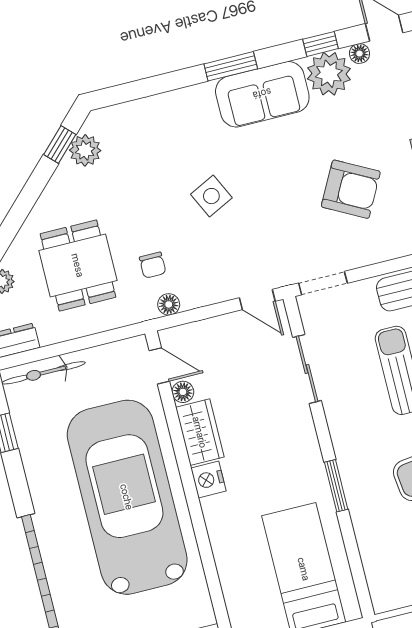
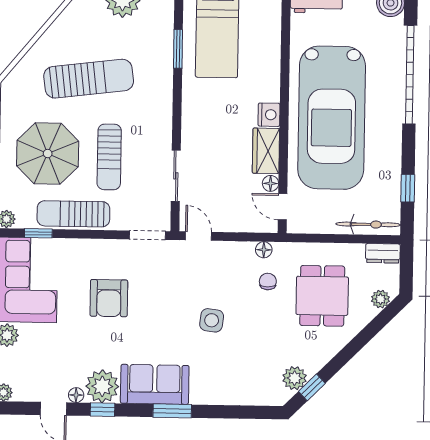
armchair: (351, 189) -> (109, 298), turned -118
side table: (211, 196) -> (212, 320), turned 33
window: (336, 486) -> (178, 49), moved

